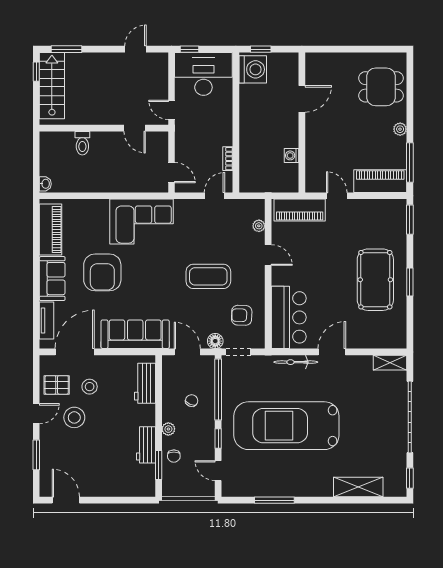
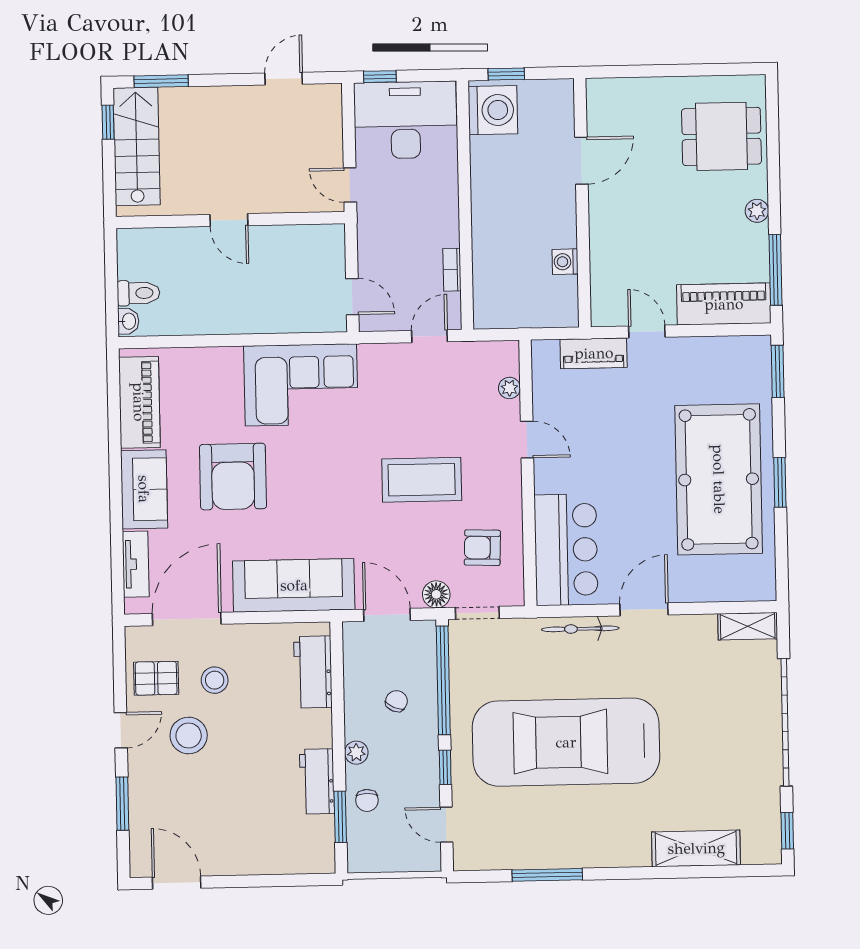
door: (135, 128) -> (229, 220), moved
toilet: (82, 143) -> (138, 293), moved, turned -90
piano: (300, 210) -> (594, 353), width x0.73, depth x0.75
pool table: (375, 280) -> (719, 479), width x1.36, depth x1.32

